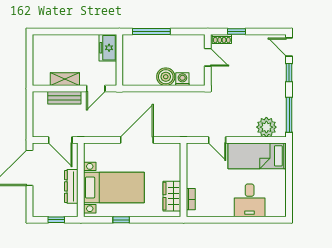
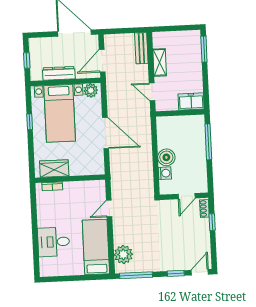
window: (53, 32) -> (204, 49), added
bench: (64, 98) -> (141, 48), moved
plant: (91, 153) -> (91, 90), added

